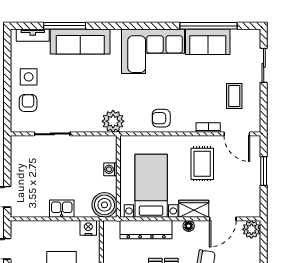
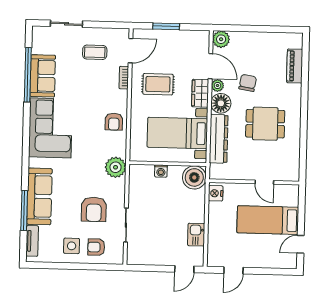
armchair: (68, 99) -> (94, 209), added
kitchen sink: (62, 209) -> (196, 235), moved
floor lamp: (189, 226) -> (221, 103), width x1.89, depth x1.89
plant: (202, 227) -> (218, 85), added

